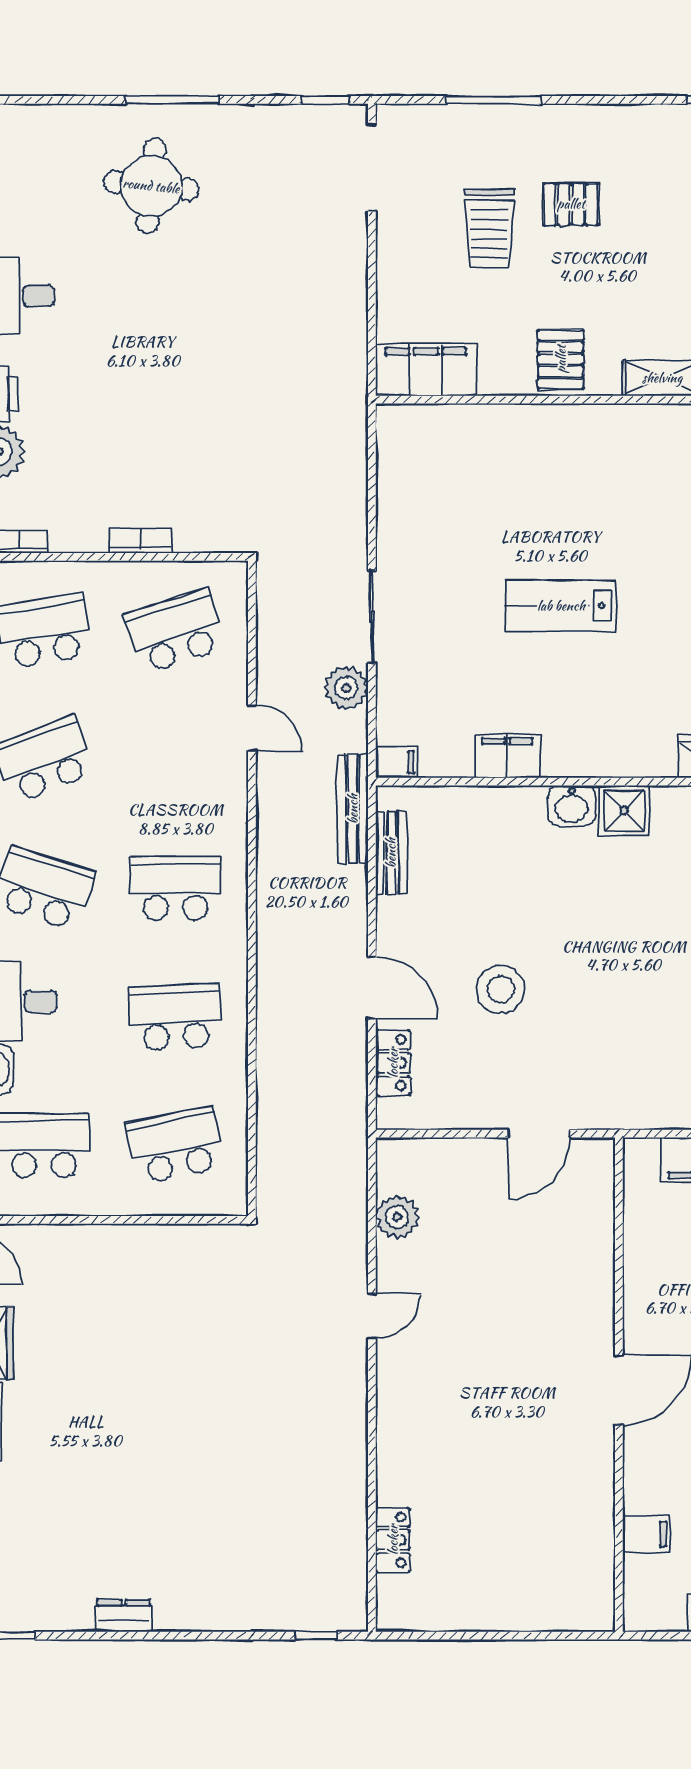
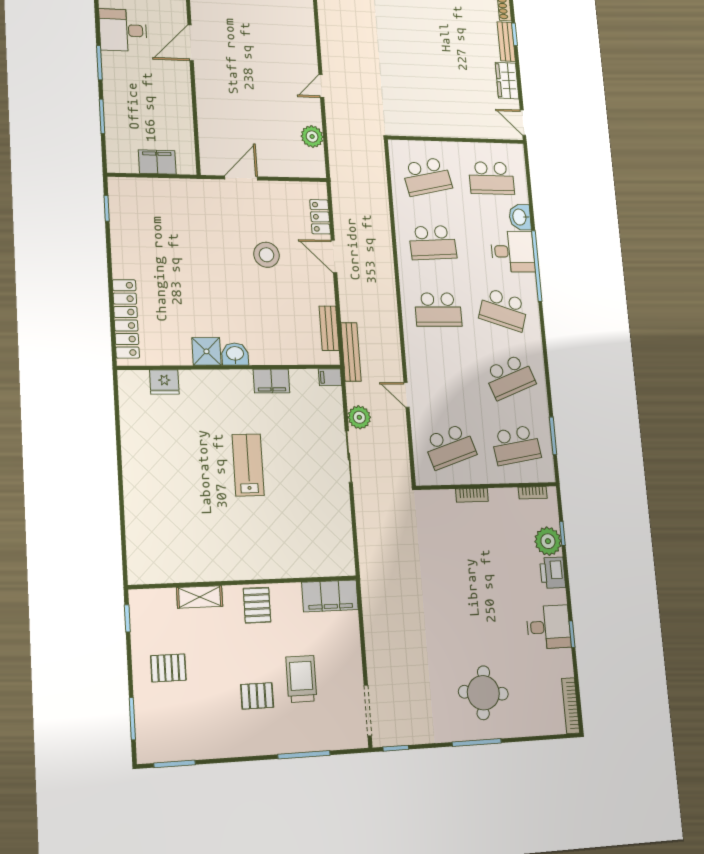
lab bench: (561, 606) -> (248, 465), turned -90

